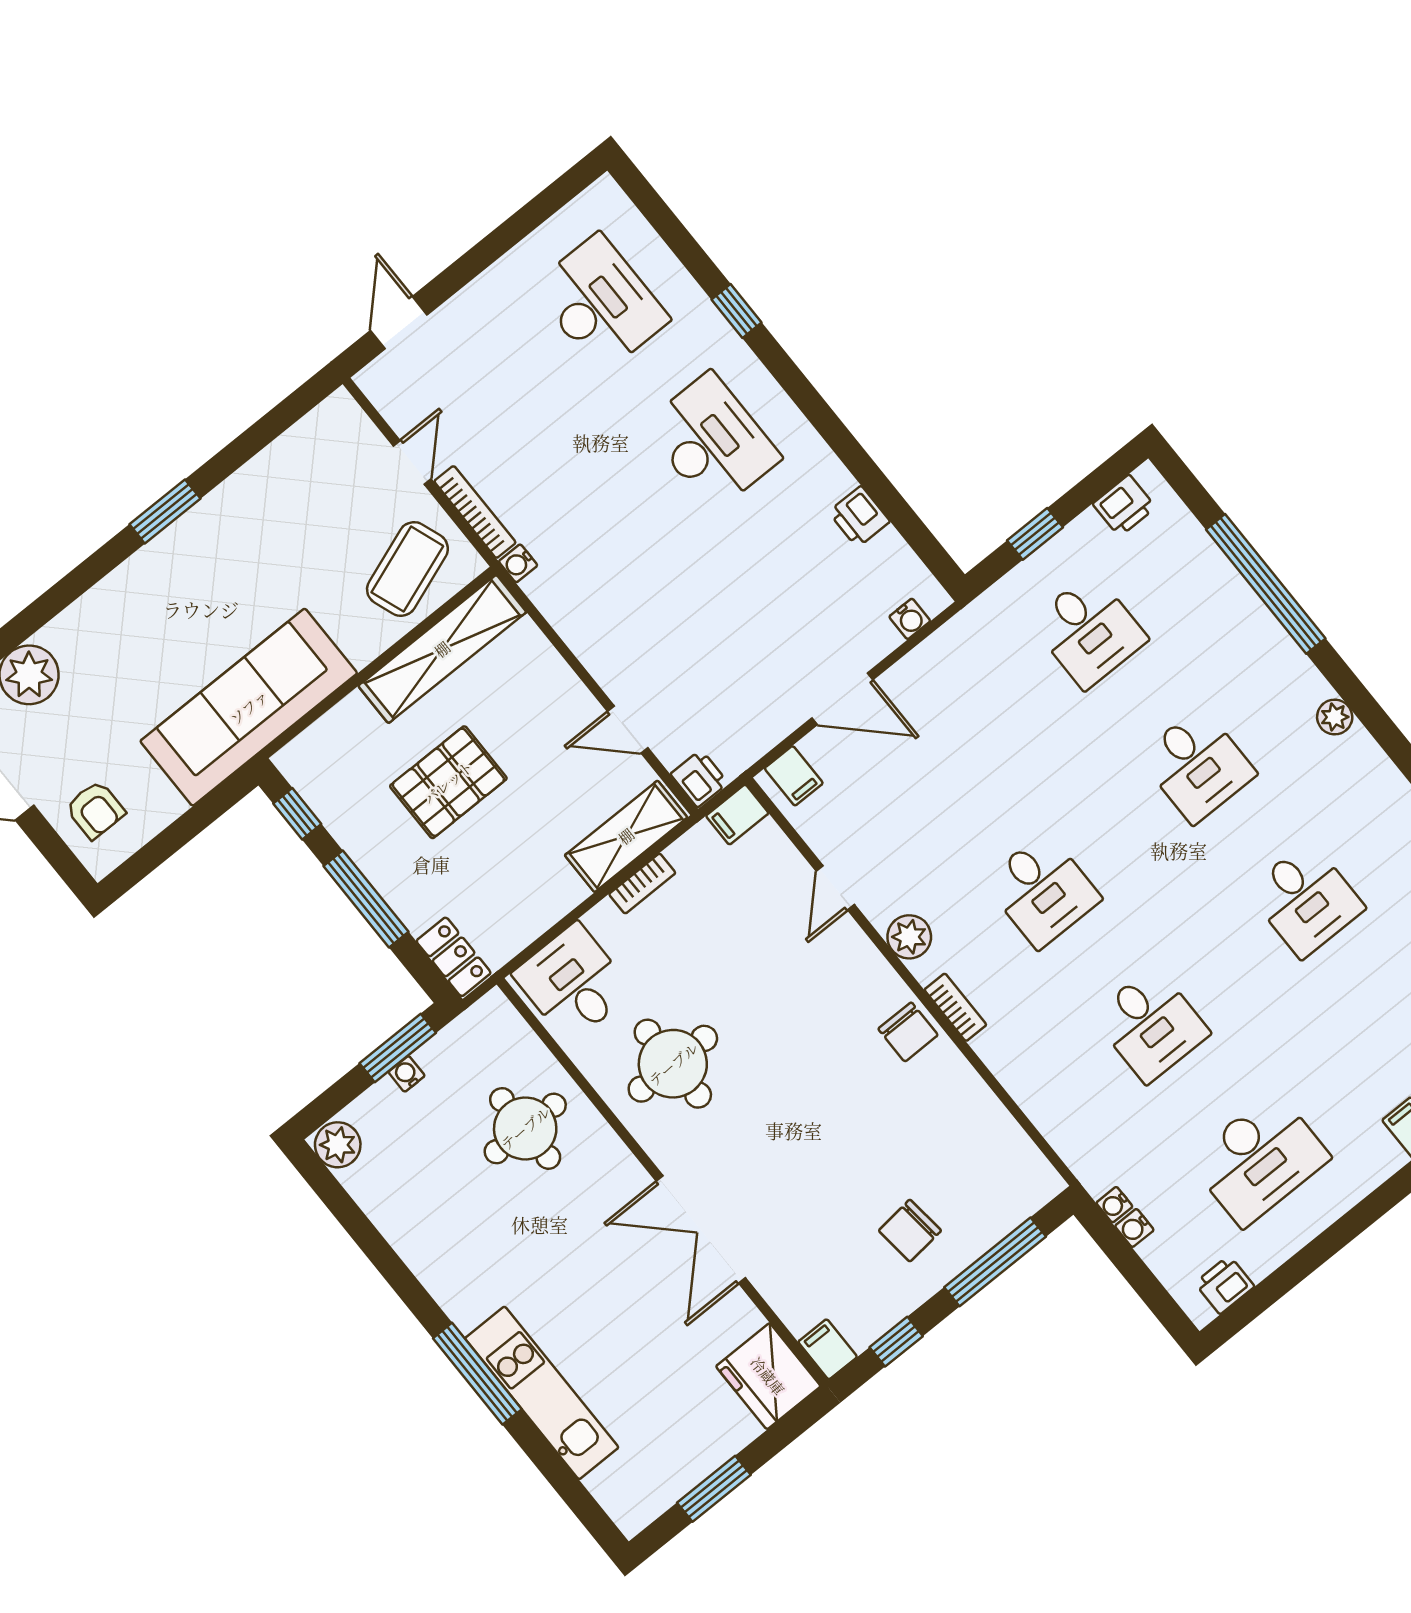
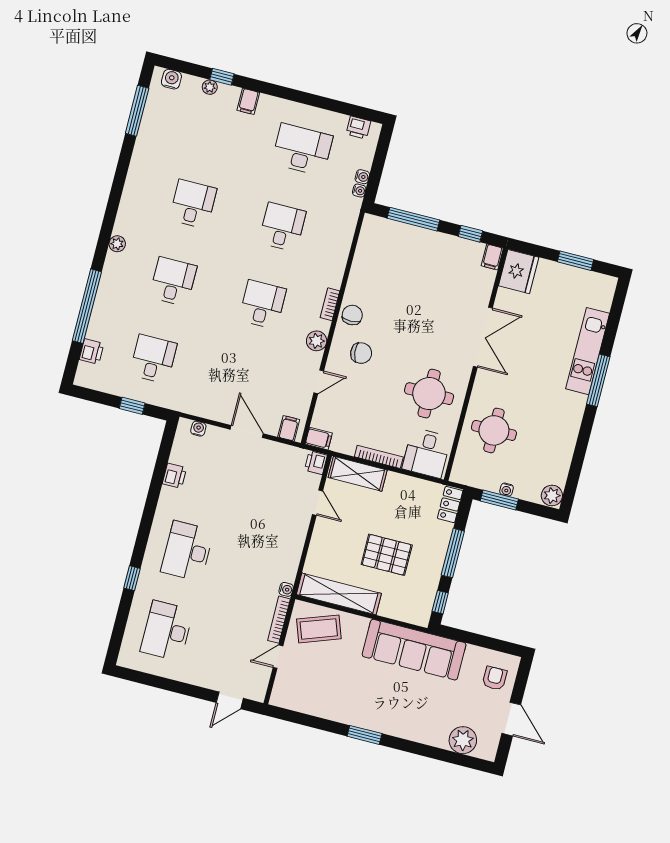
printer: (1124, 506) -> (92, 352), moved, turned 90
bookcase: (642, 883) -> (379, 457), width x1.56
chair: (910, 1231) -> (361, 353), moved

